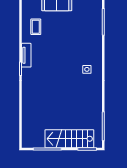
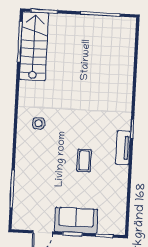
coffee table: (36, 27) -> (84, 160), moved
stairs: (69, 139) -> (34, 46), moved, turned -90

